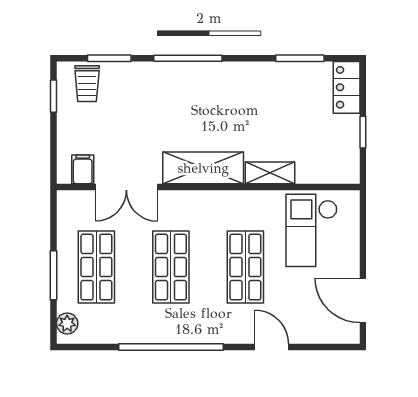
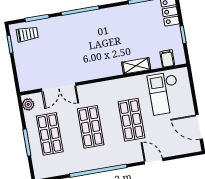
trolley: (87, 84) -> (27, 34), turned -90
shelving: (203, 168) -> (99, 69), removed
filing cabinet: (83, 169) -> (167, 58), moved
plant: (67, 323) -> (28, 104), moved

